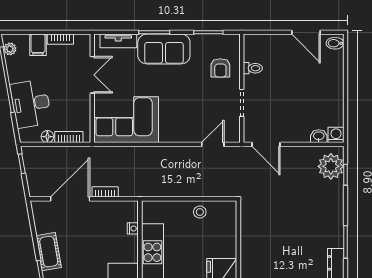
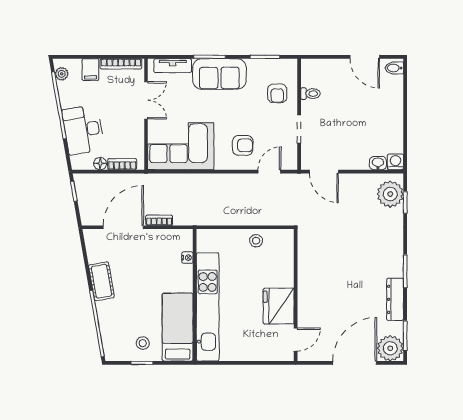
bookcase: (60, 39) -> (121, 64), width x1.56
armchair: (187, 119) -> (243, 145), added

